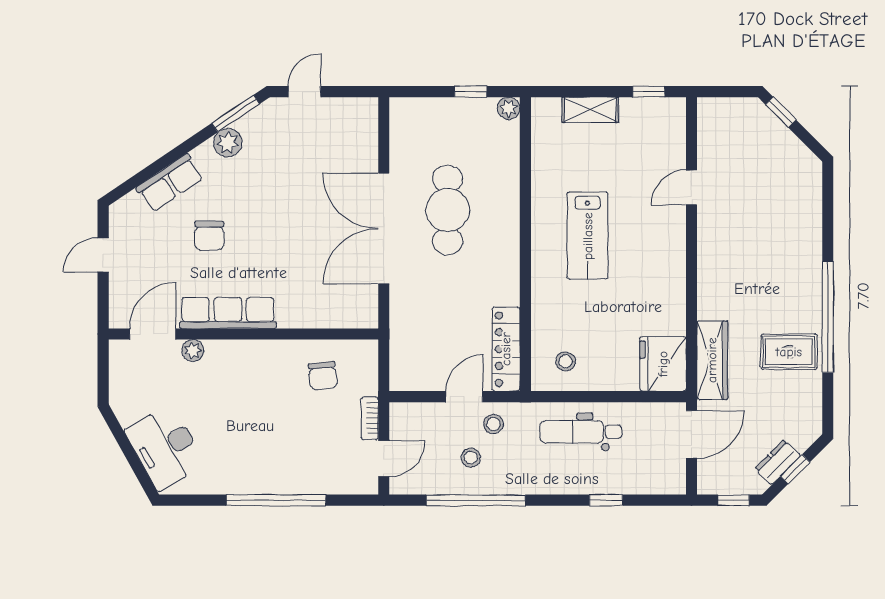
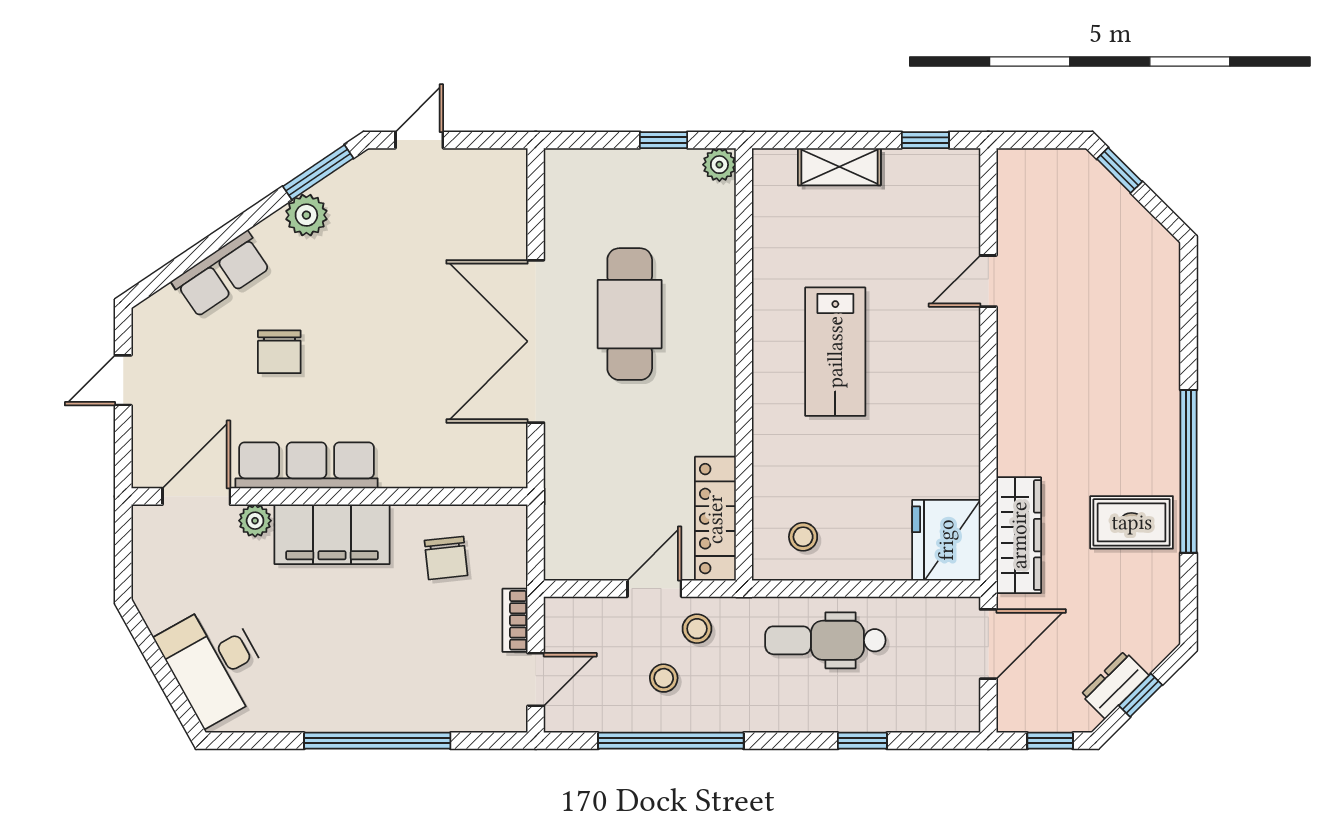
filing cabinet: (245, 360) -> (332, 534), added

